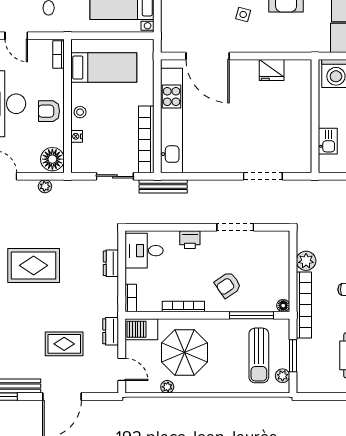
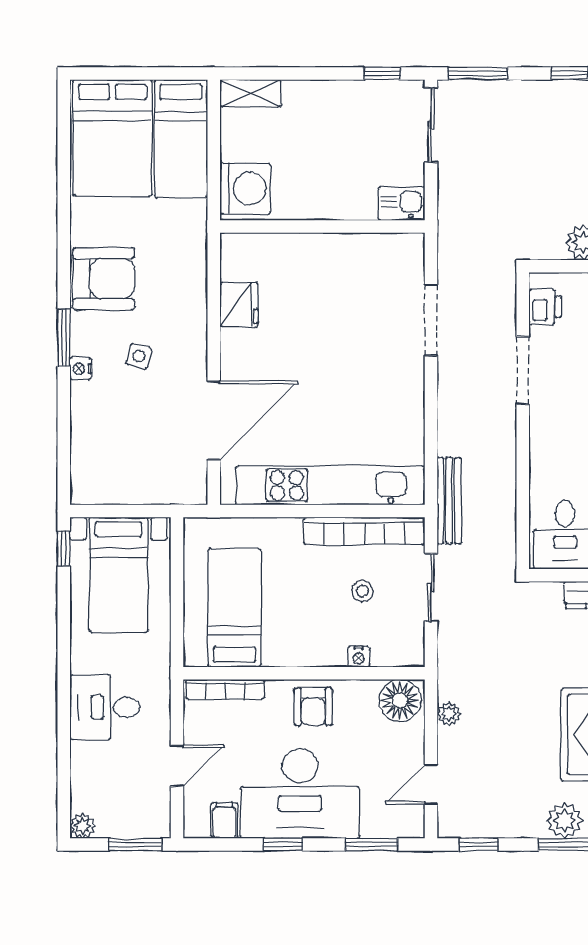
bookcase: (59, 55) -> (225, 689), width x1.56
stool: (80, 112) -> (362, 591), moved
kitchen sink: (328, 141) -> (401, 203), moved
printer: (190, 240) -> (545, 307), moved

